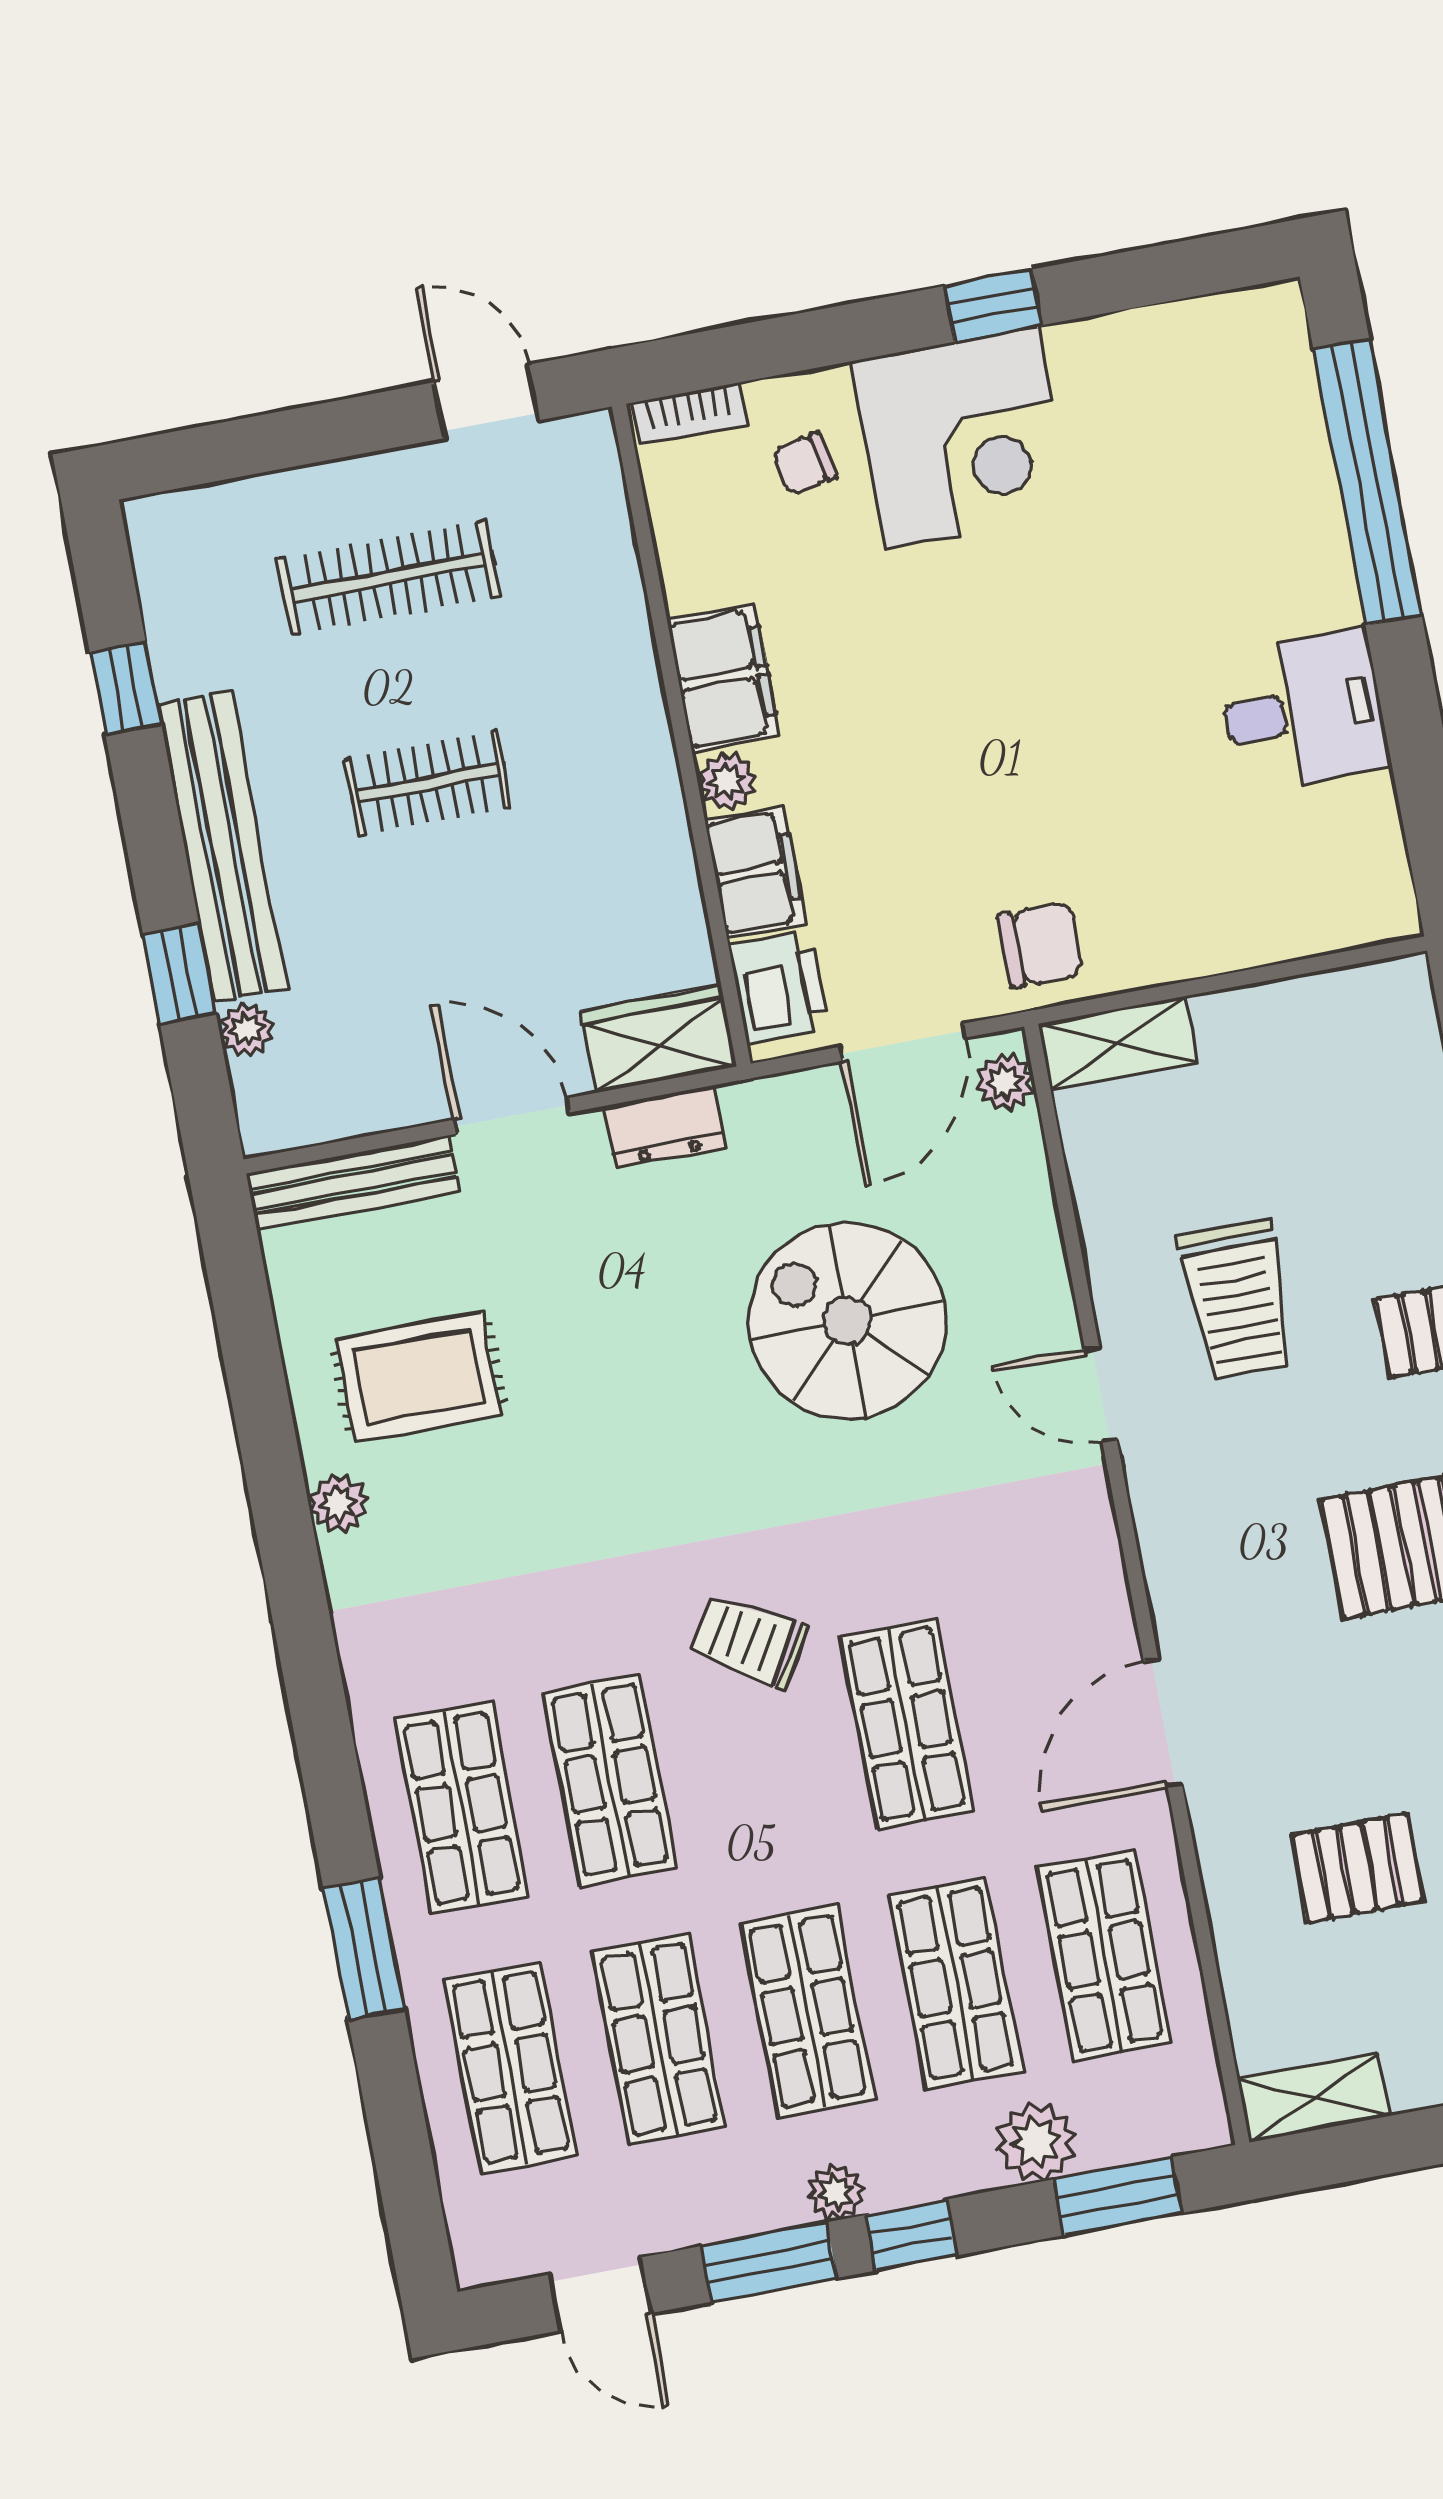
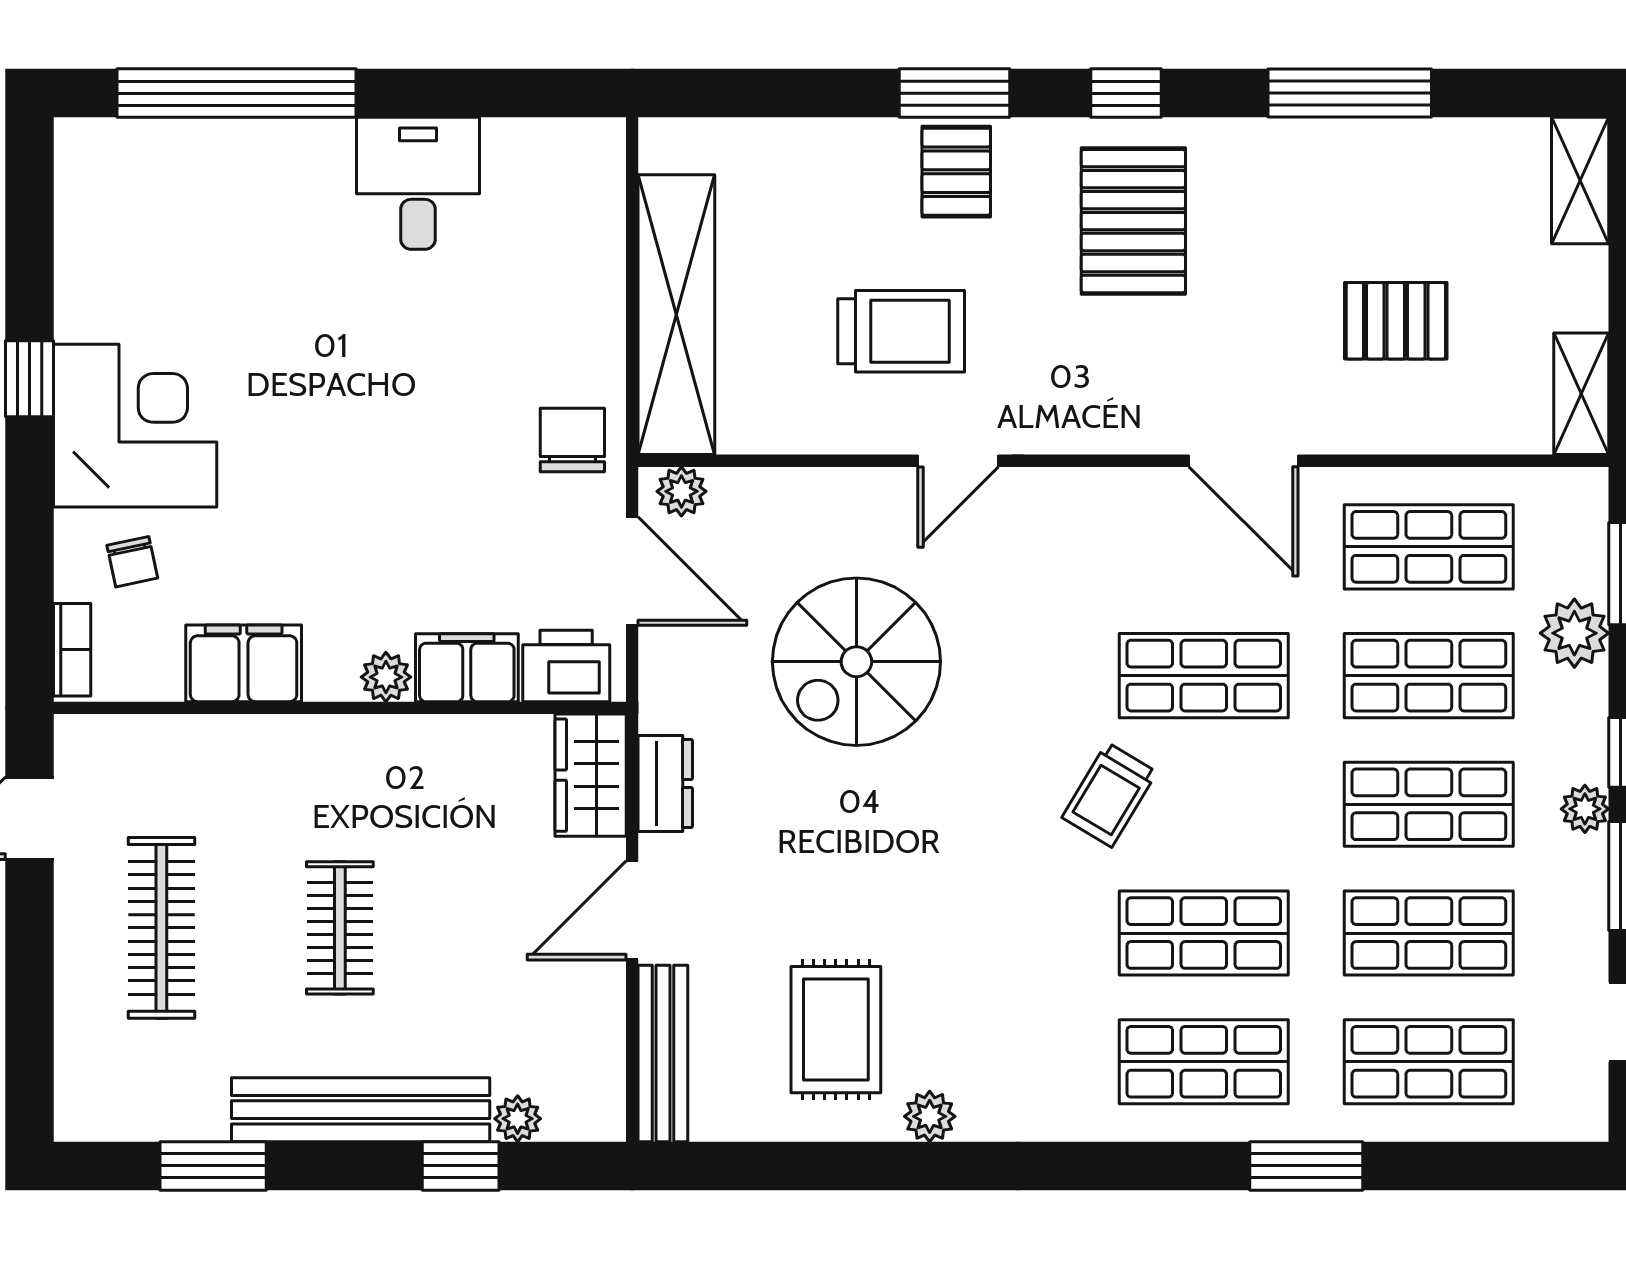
filing cabinet: (724, 678) -> (244, 663), moved
window: (126, 689) -> (213, 1166), width x1.50
shelving: (1118, 1043) -> (676, 315), width x2.20, depth x1.33
pallet: (1357, 1868) -> (1396, 321), turned 90

